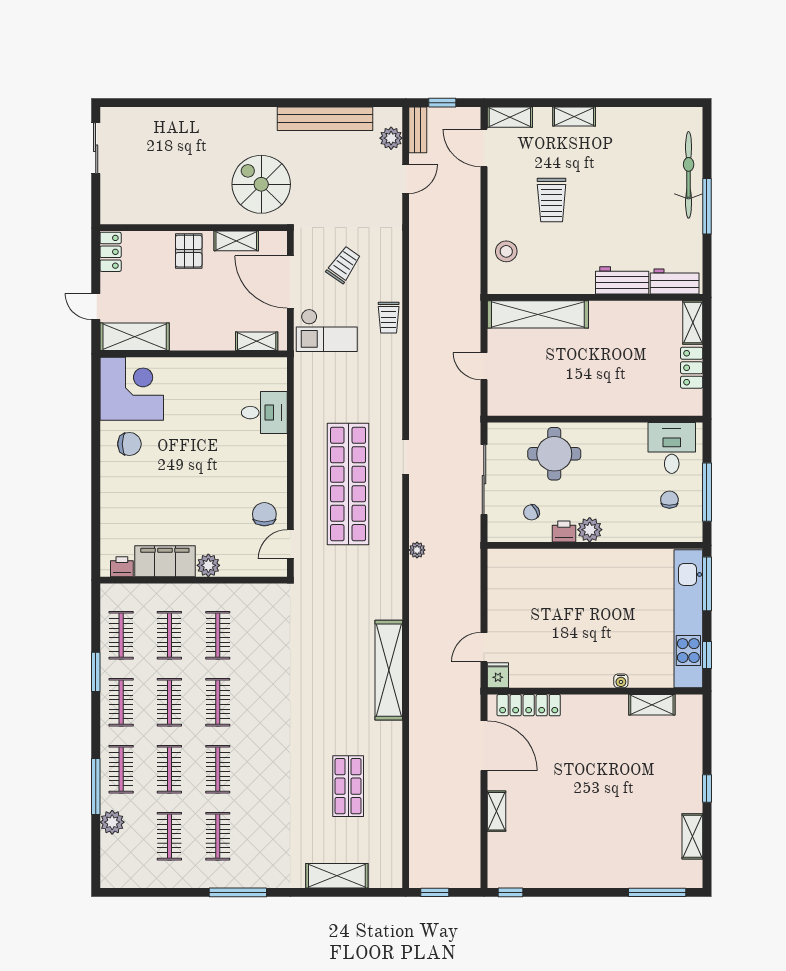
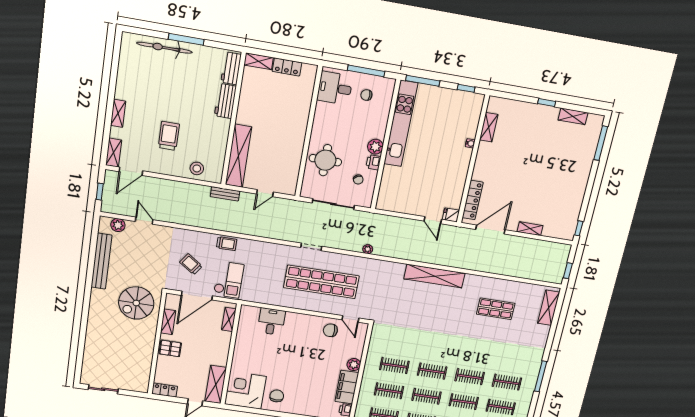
bench: (418, 130) -> (225, 194), moved
trolley: (552, 200) -> (169, 136), turned -90
kitchen unit: (688, 619) -> (401, 124), moved, turned -90
shelving: (337, 876) -> (549, 308), moved

